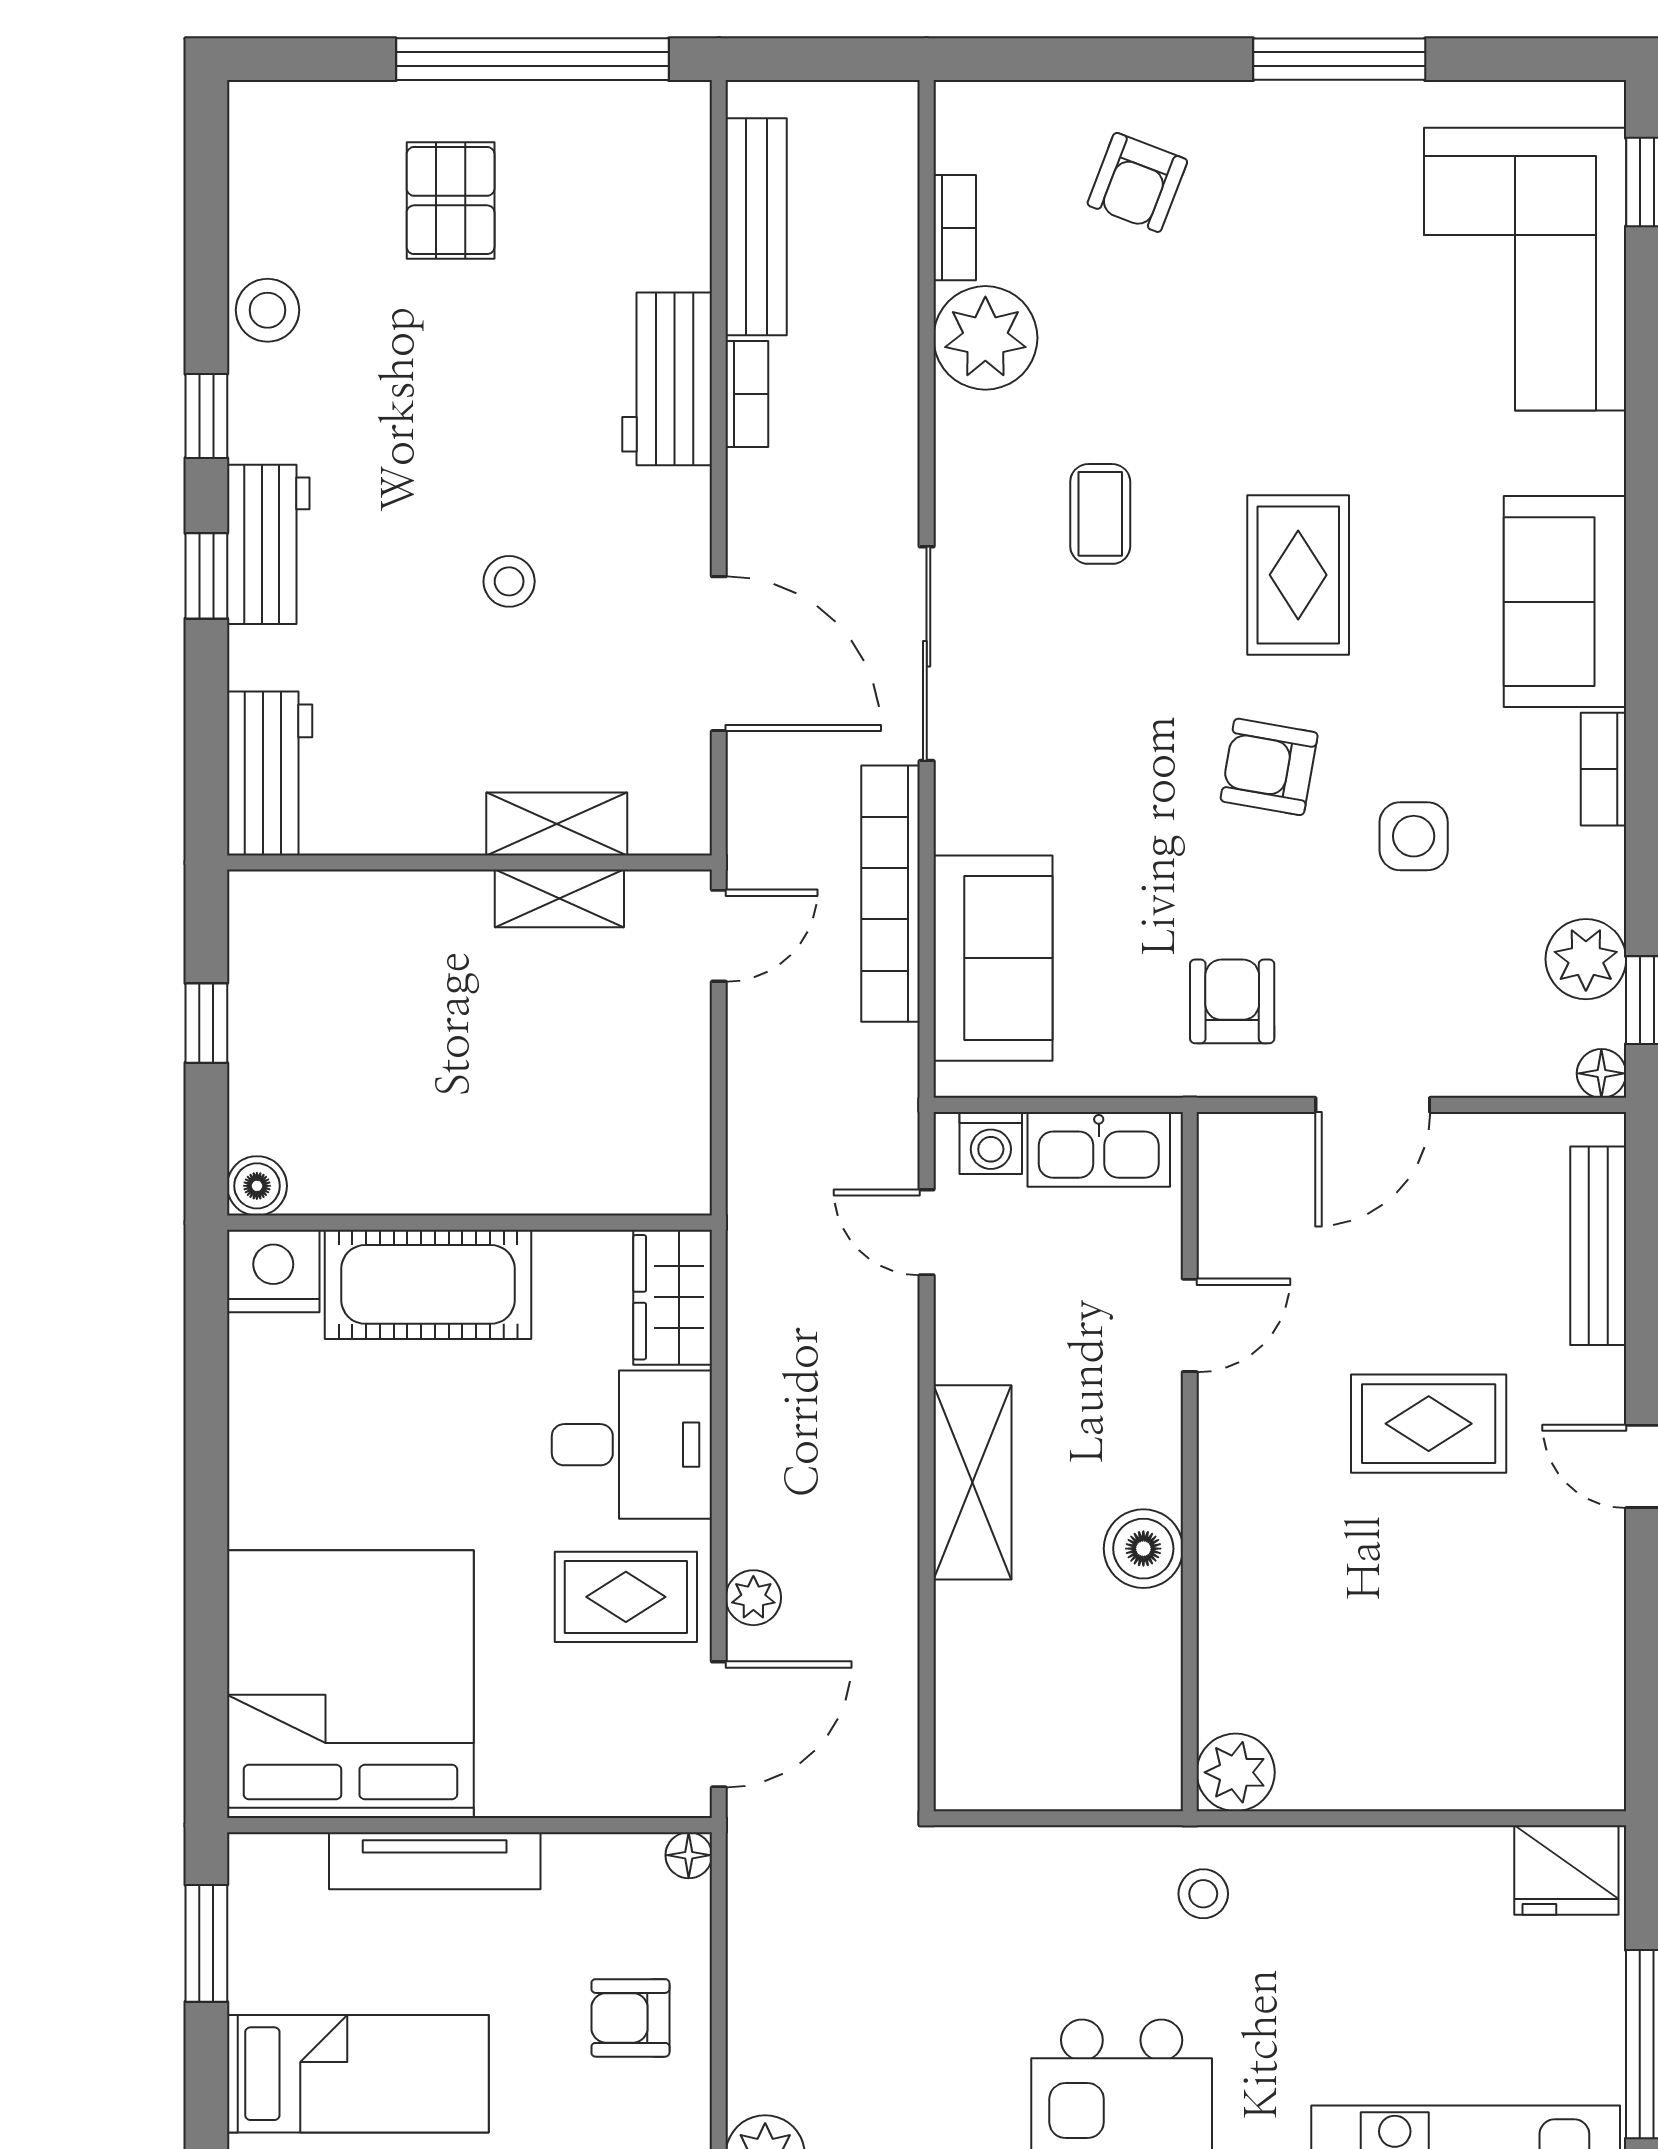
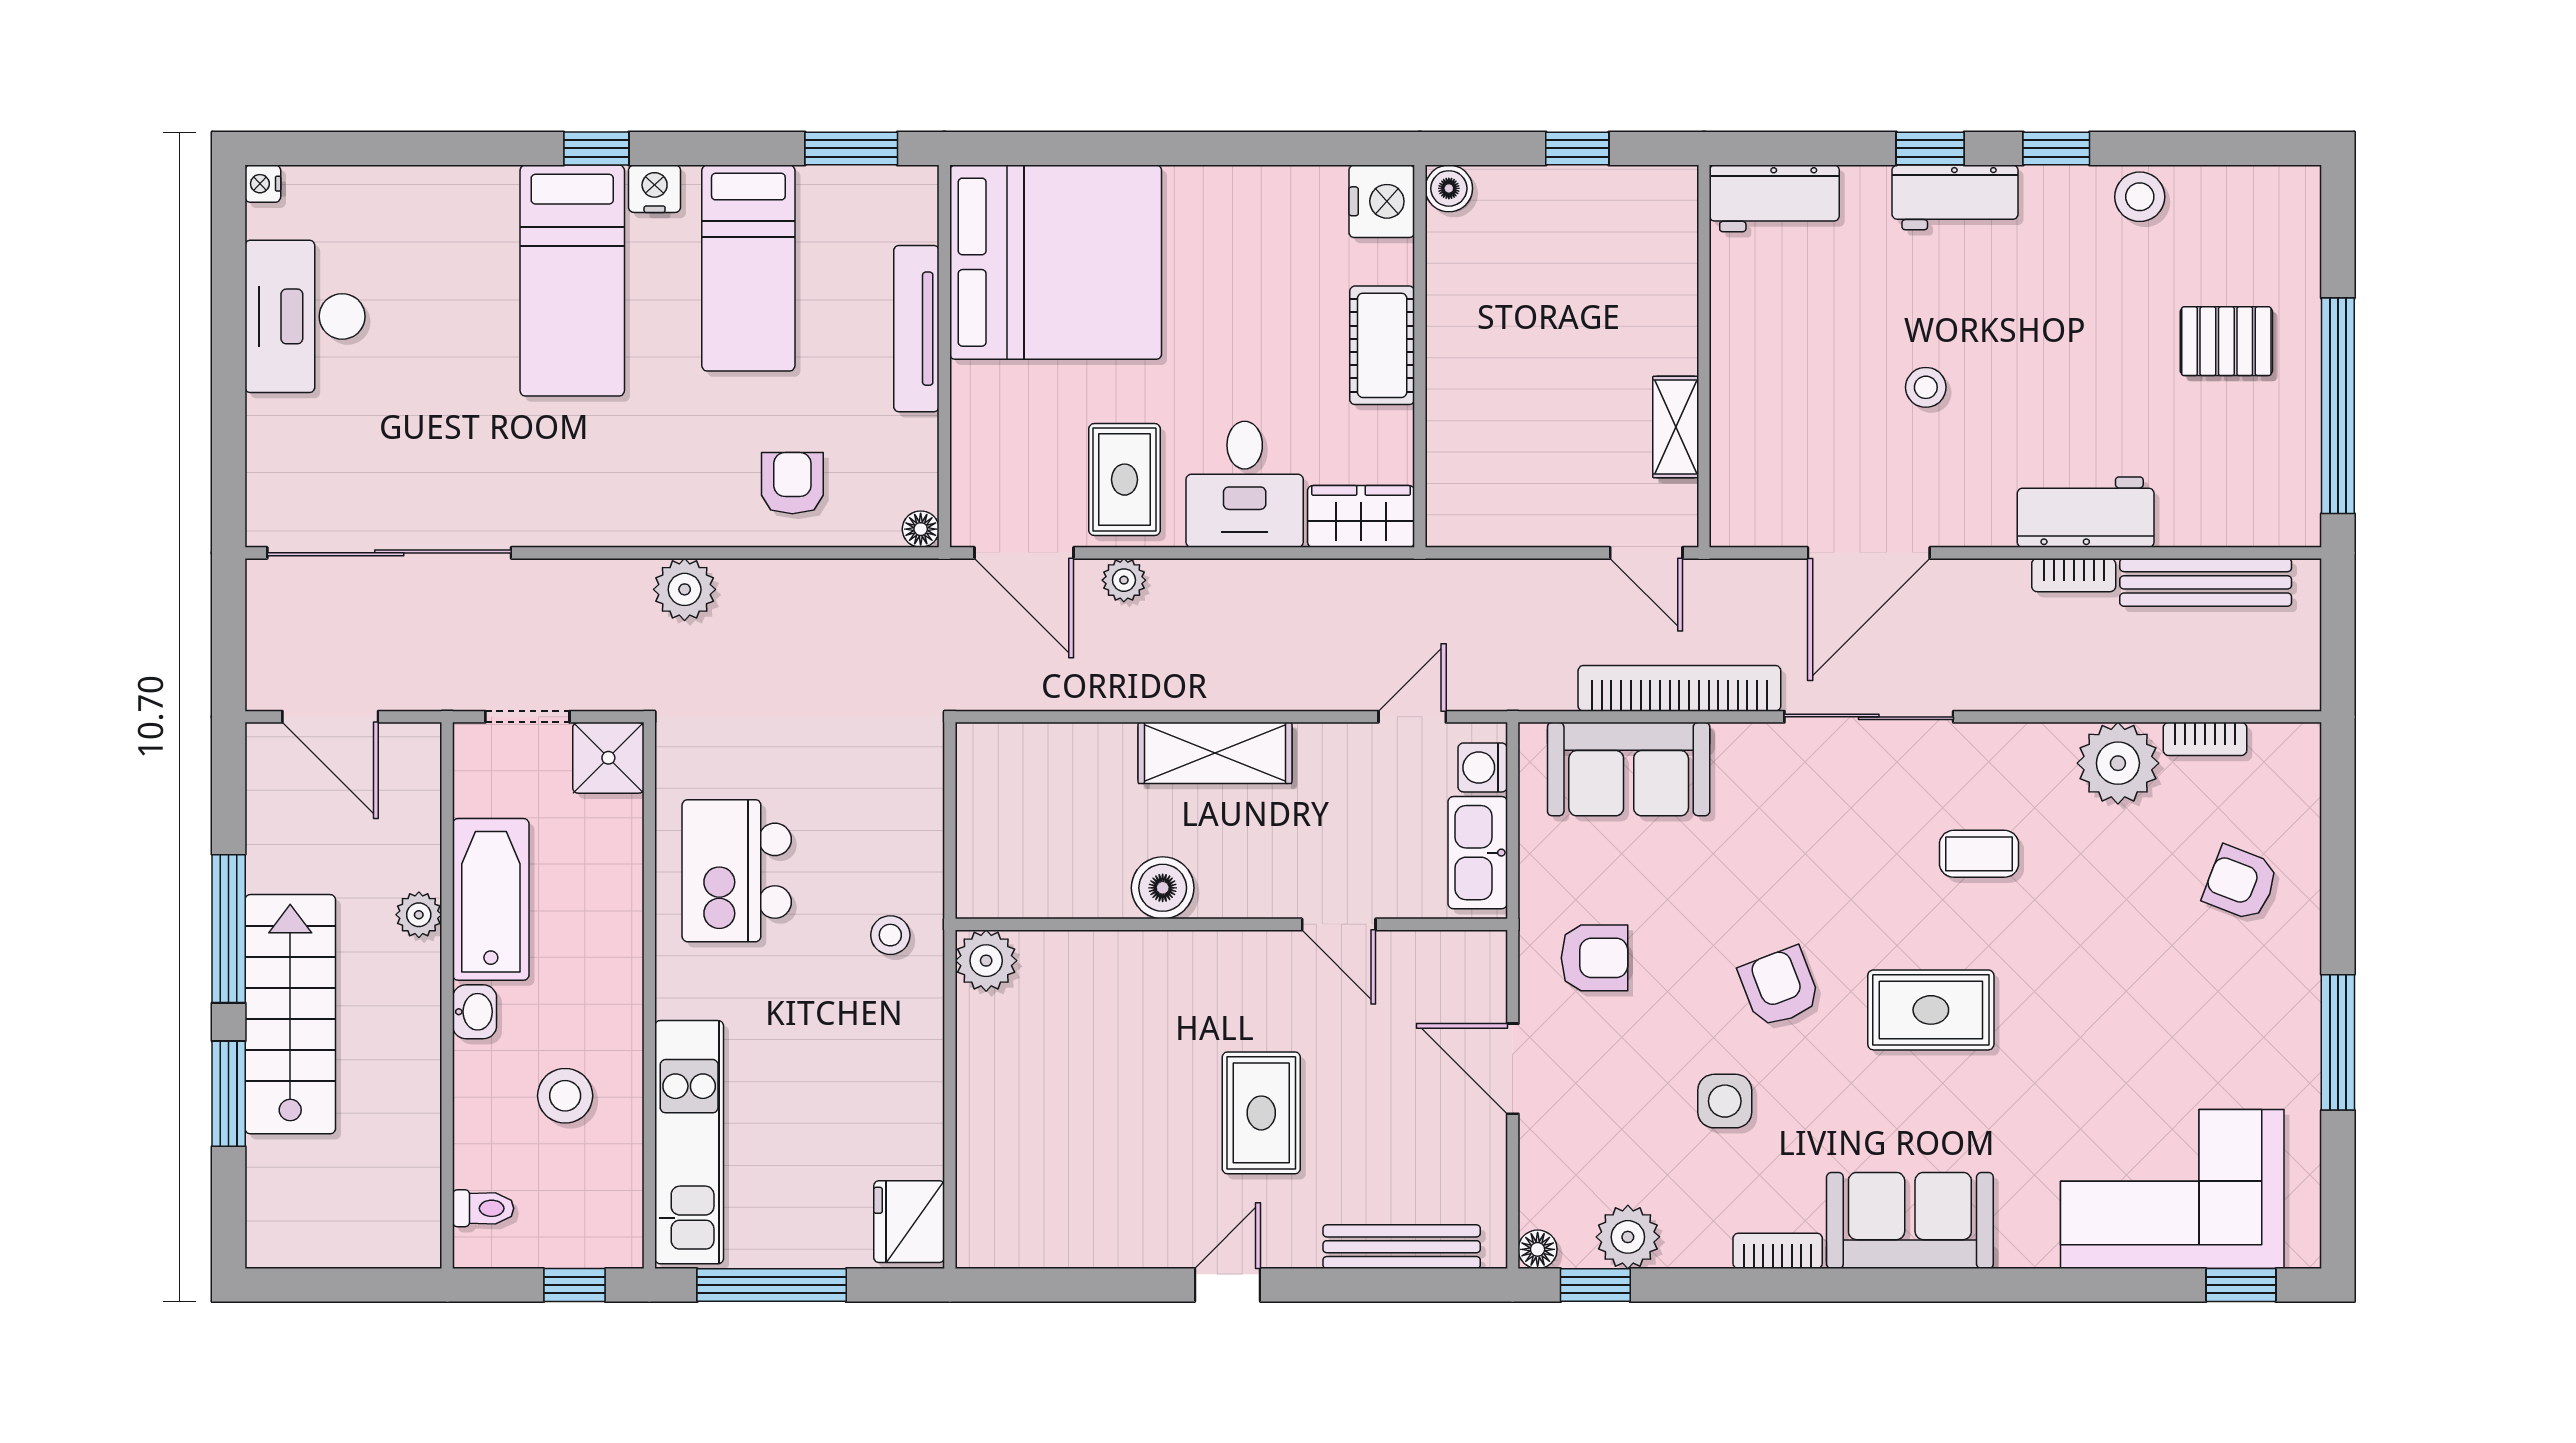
armchair: (1269, 767) -> (1779, 987), turned -31
shelving: (557, 824) -> (1734, 425), removed
cot: (428, 1284) -> (1382, 345), width x0.73, depth x0.75

